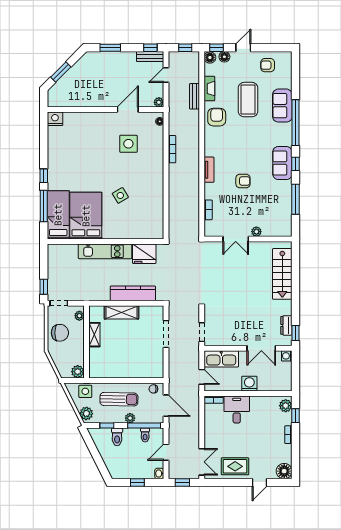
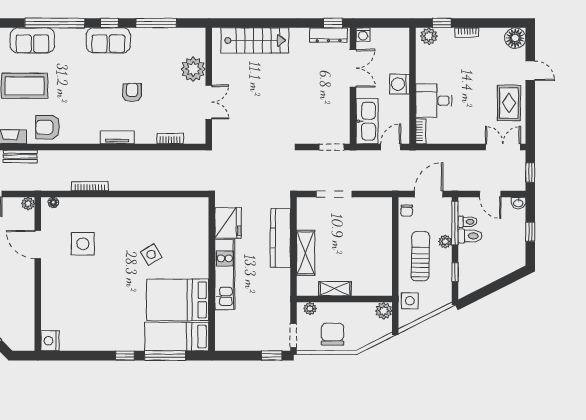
plant: (256, 232) -> (193, 69), width x1.88, depth x1.88
dresser: (286, 325) -> (328, 35), width x1.44
plant: (86, 413) -> (439, 299), removed
toilet: (117, 437) -> (470, 236), moved

